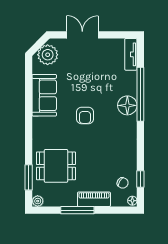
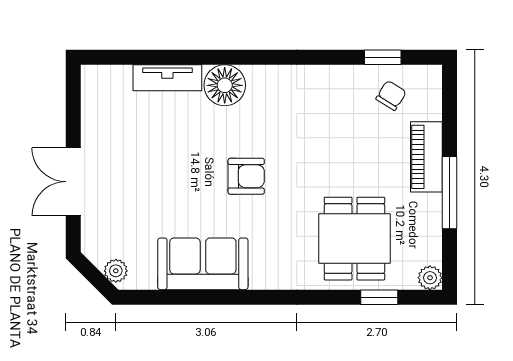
tv unit: (131, 54) -> (167, 78), moved
plant: (48, 55) -> (116, 271), width x0.53, depth x0.53
window: (140, 94) -> (201, 57), removed
window: (29, 177) -> (379, 297), width x0.67
floor lamp: (132, 201) -> (429, 74), removed

